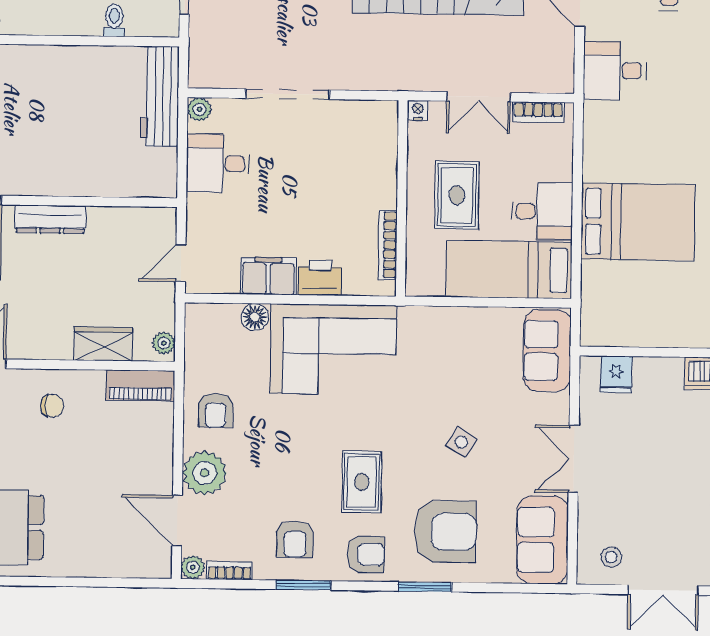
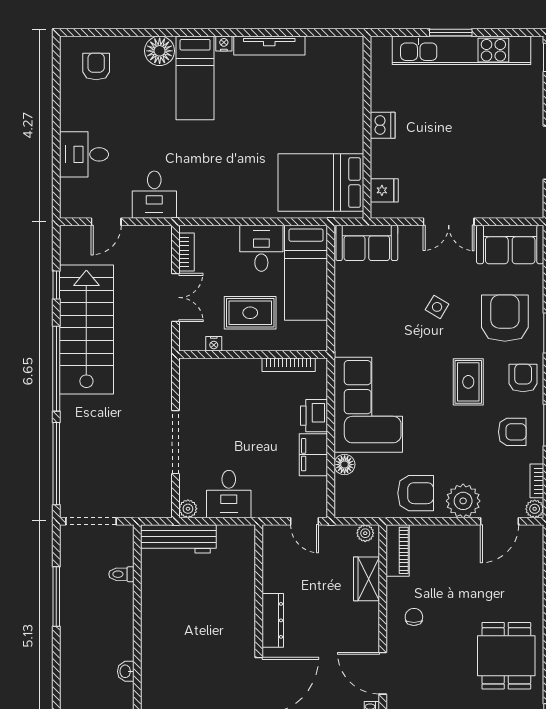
nightstand: (418, 110) -> (214, 344), moved, turned -90
bed: (638, 222) -> (321, 183), moved, turned -90
armchair: (216, 410) -> (416, 493), width x1.38, depth x1.38
rug: (362, 482) -> (468, 382), turned 90
stool: (611, 557) -> (523, 192), removed

